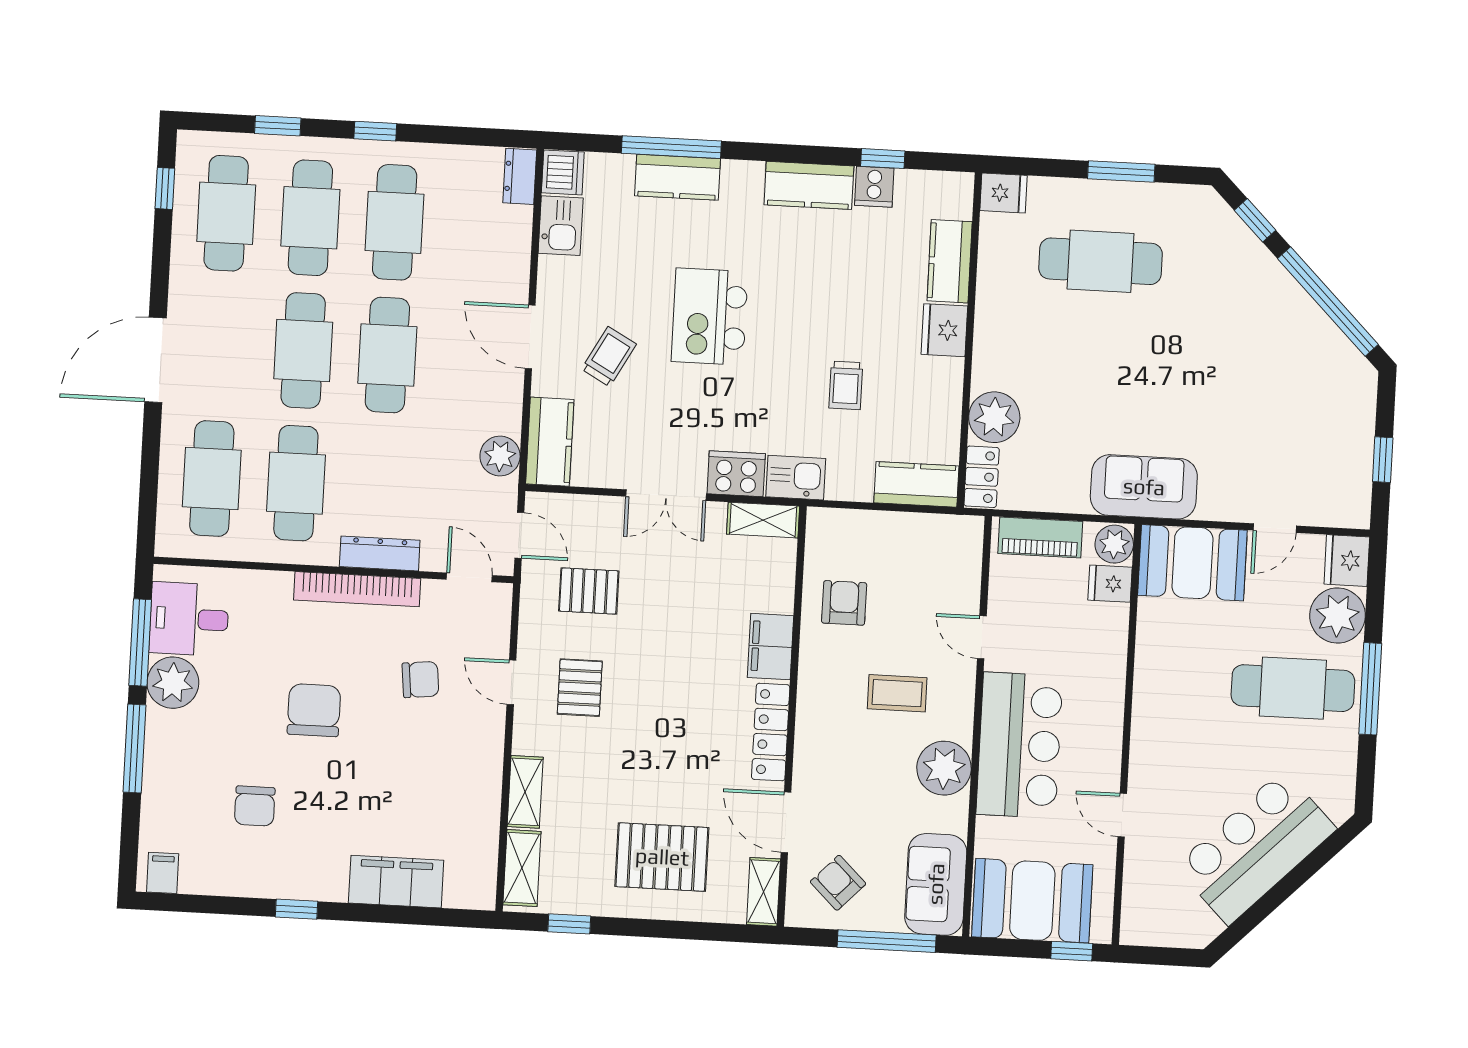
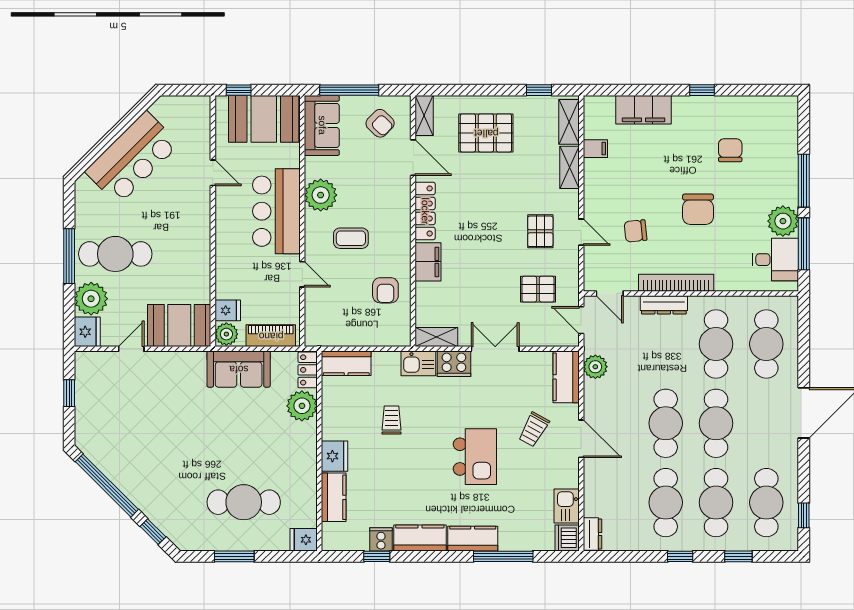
kitchen counter: (677, 177) -> (473, 539), moved
sofa: (1144, 487) -> (239, 369), moved
filing cabinet: (163, 873) -> (595, 149), moved, turned -90

